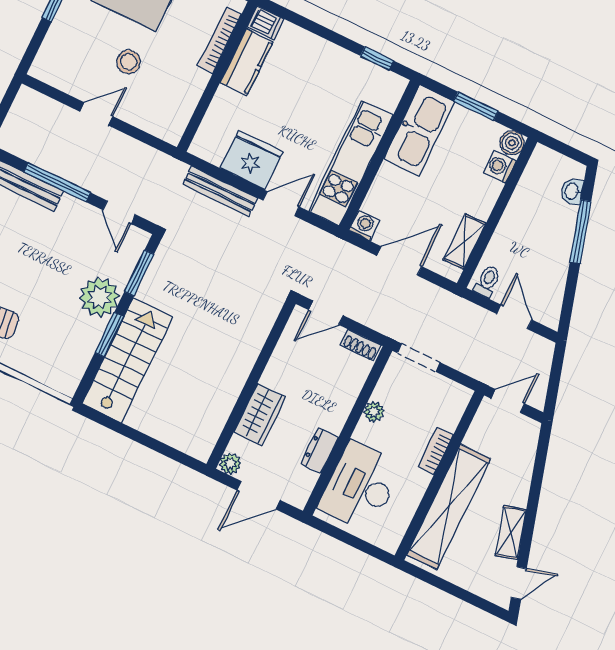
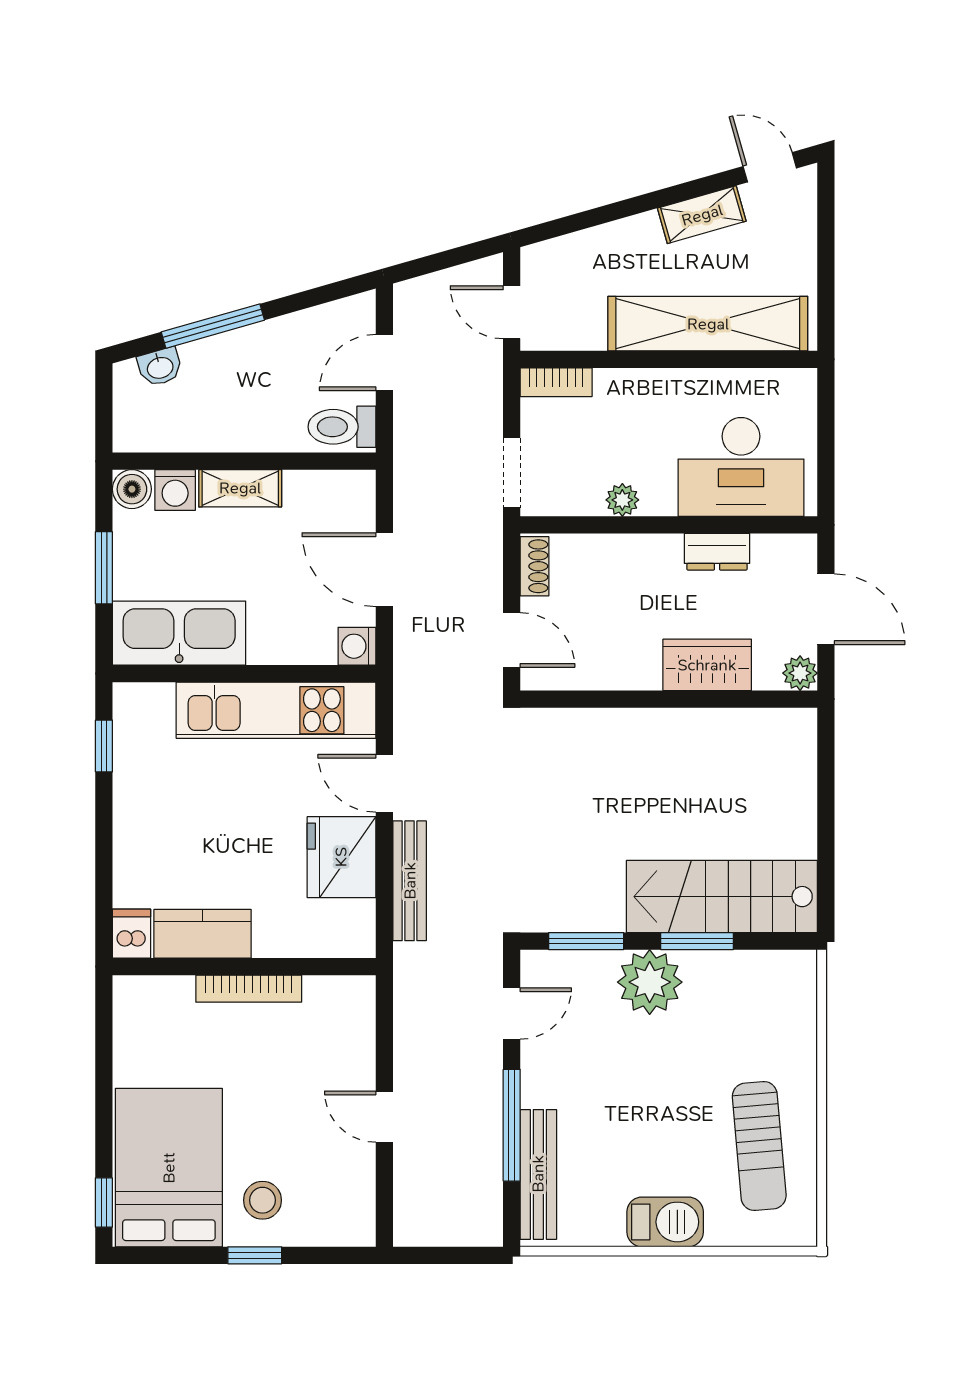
bookcase: (220, 40) -> (249, 989), moved
stool: (129, 62) -> (263, 1200), moved
shelving: (465, 242) -> (240, 488), moved
toilet: (487, 281) -> (342, 427), width x1.37, depth x1.39
bookcase: (436, 451) -> (556, 382), moved

